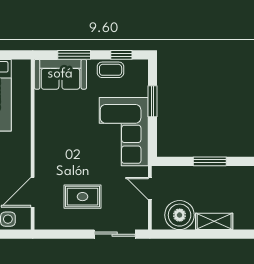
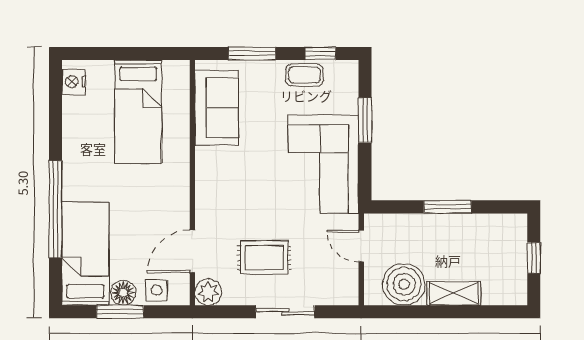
sofa: (60, 74) -> (217, 108), moved, turned -90
plant: (44, 220) -> (208, 292), added
sliding door: (115, 234) -> (285, 312), moved

